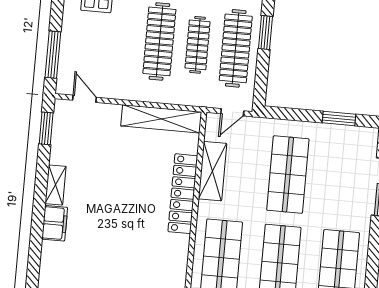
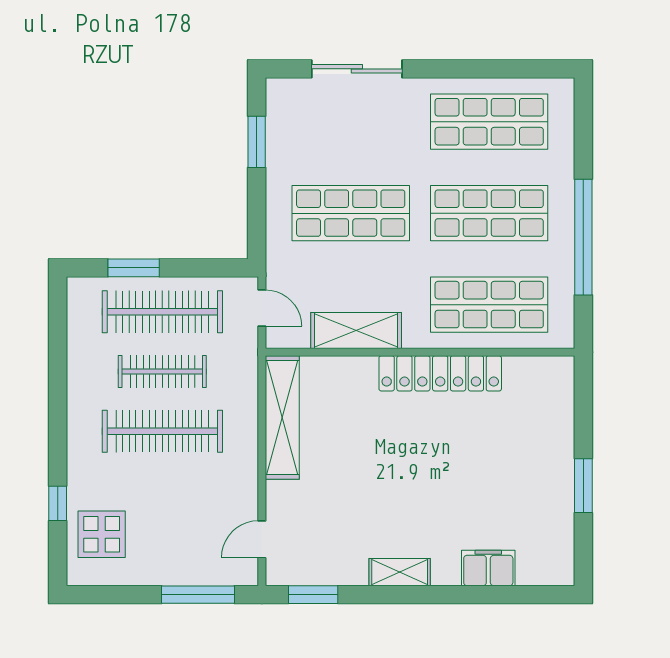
locker: (183, 194) -> (440, 373), moved
filing cabinet: (55, 223) -> (488, 568), moved

